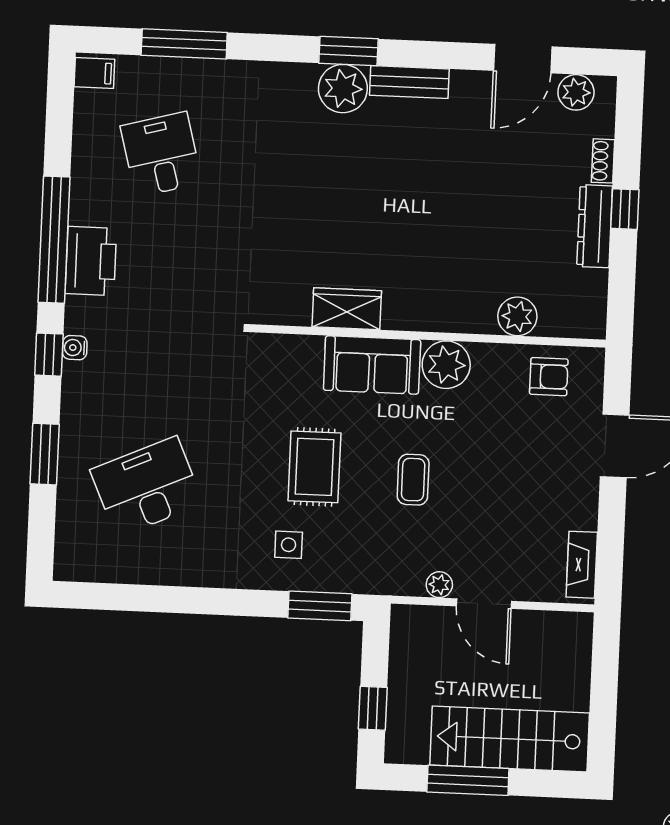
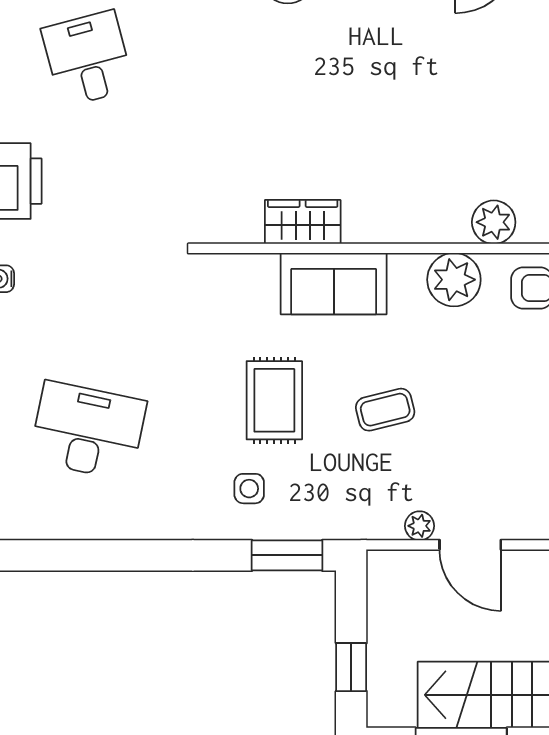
plant: (446, 365) -> (454, 280), moved
coffee table: (413, 480) -> (385, 410), turned 76
desk: (147, 487) -> (88, 431), turned 36

